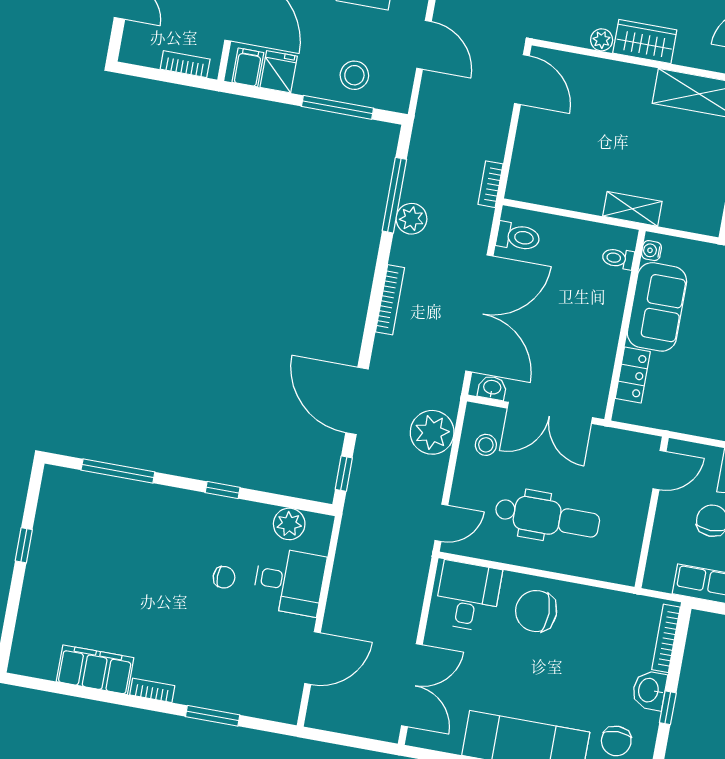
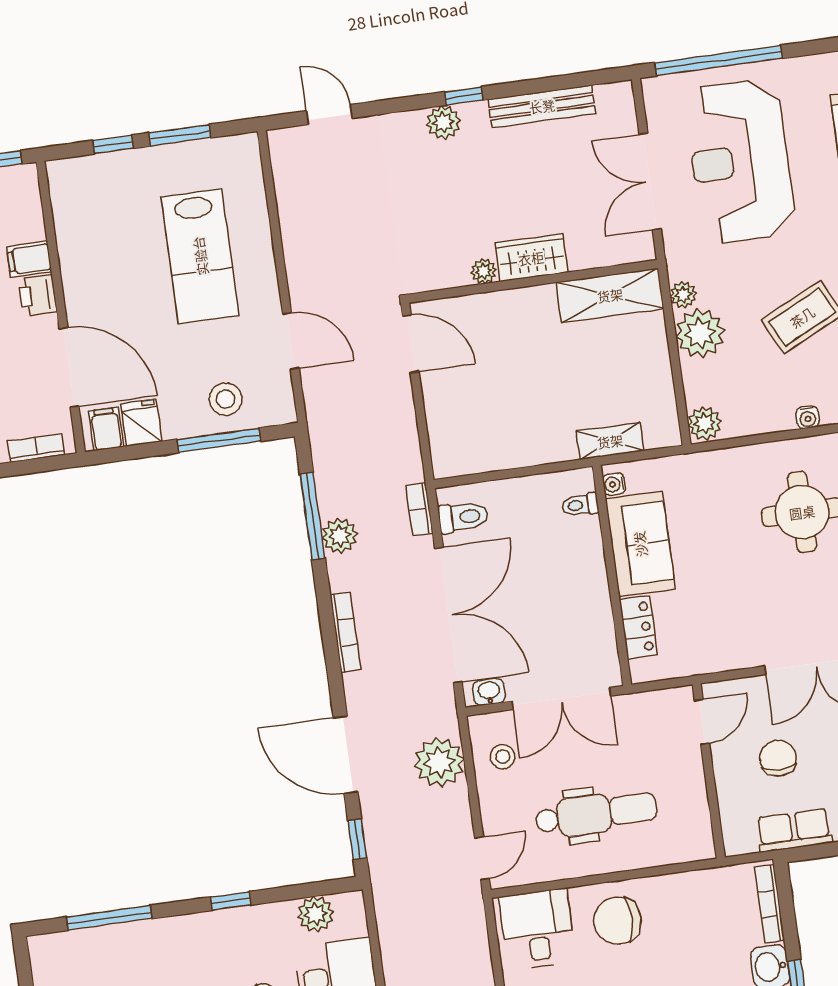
bookcase: (490, 184) -> (419, 509), moved
shelving: (632, 209) -> (610, 441), moved

